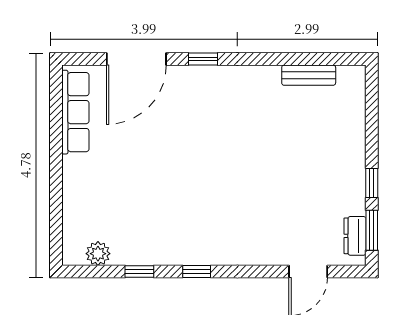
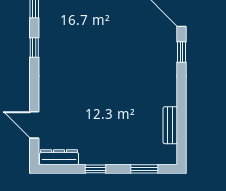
window: (372, 230) -> (144, 169), moved
dresser: (355, 236) -> (59, 157), width x1.44

